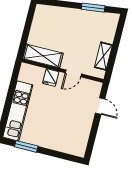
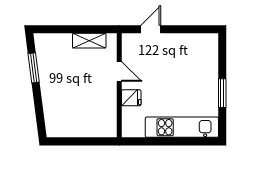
shelving: (43, 56) -> (108, 114), removed
window: (26, 146) -> (222, 93), moved

